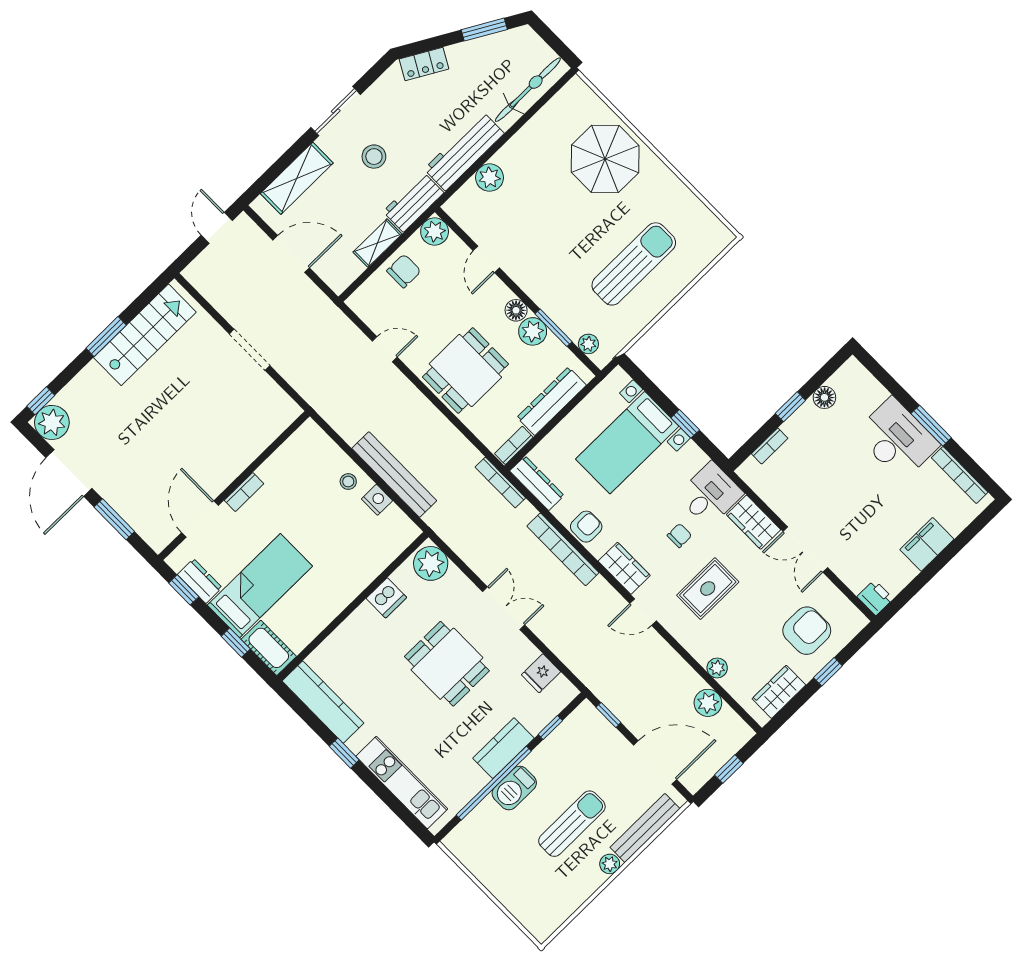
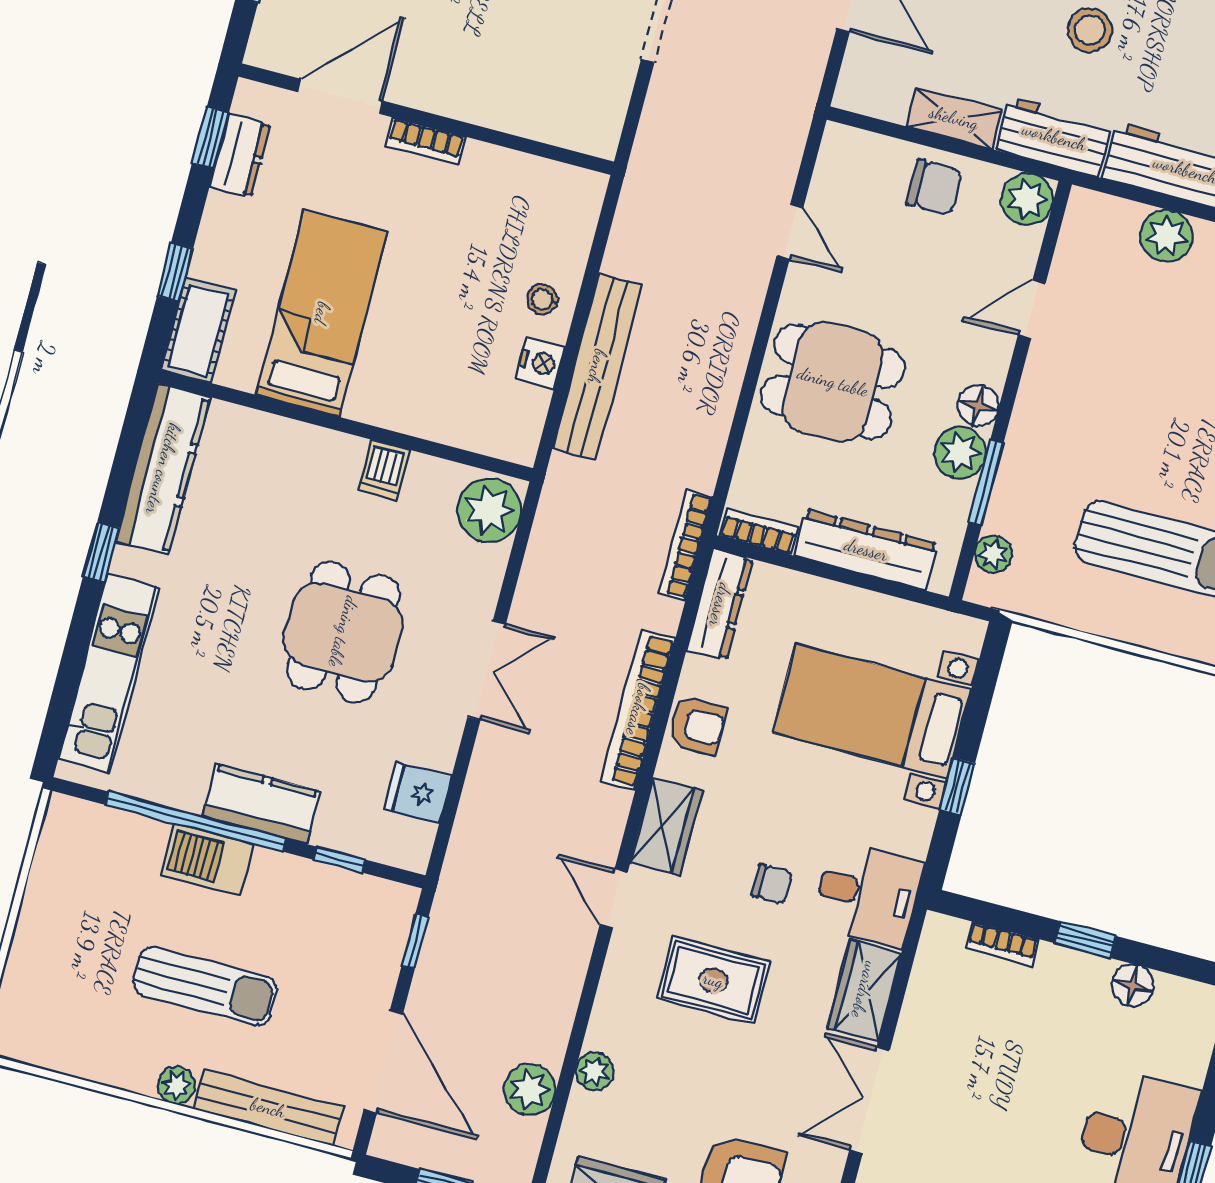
bed: (260, 586) -> (322, 313), moved, turned -90
dishwasher: (386, 598) -> (384, 470), width x0.73

